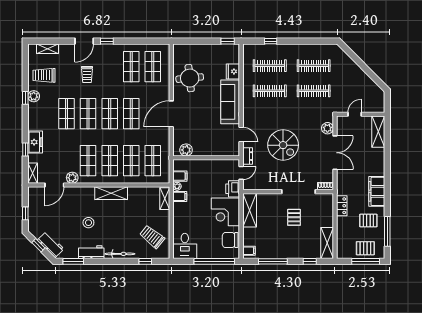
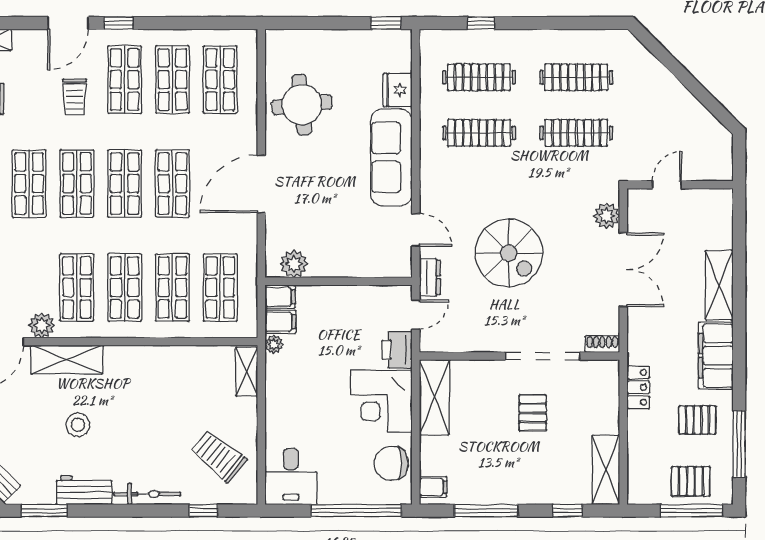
shop shelf: (110, 67) -> (125, 80), added
shelving: (378, 132) -> (719, 285), moved
shelving: (111, 193) -> (67, 360), moved
filing cabinet: (180, 196) -> (280, 297), moved

